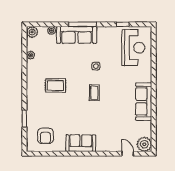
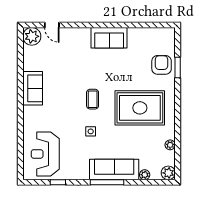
rug: (55, 85) -> (140, 108), width x1.86, depth x2.06
sofa: (144, 102) -> (33, 88), width x0.73
armchair: (45, 136) -> (162, 65), moved

